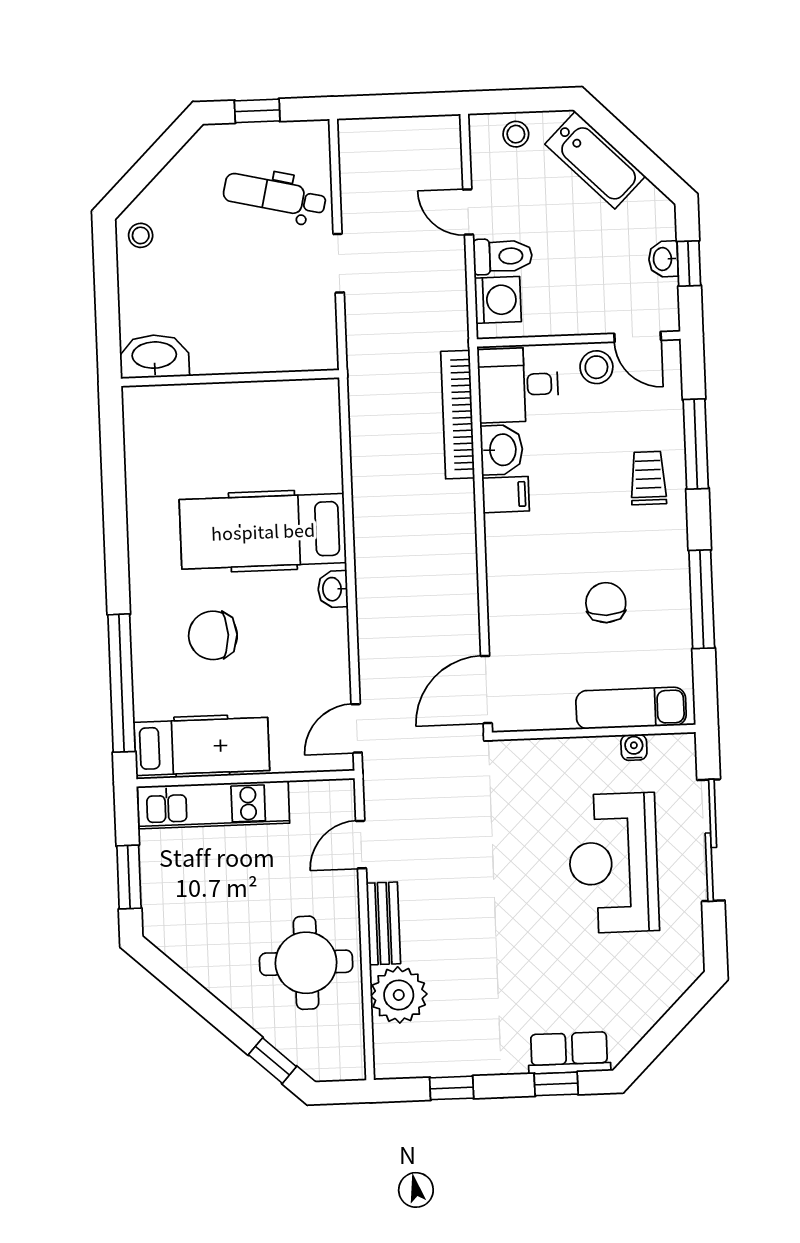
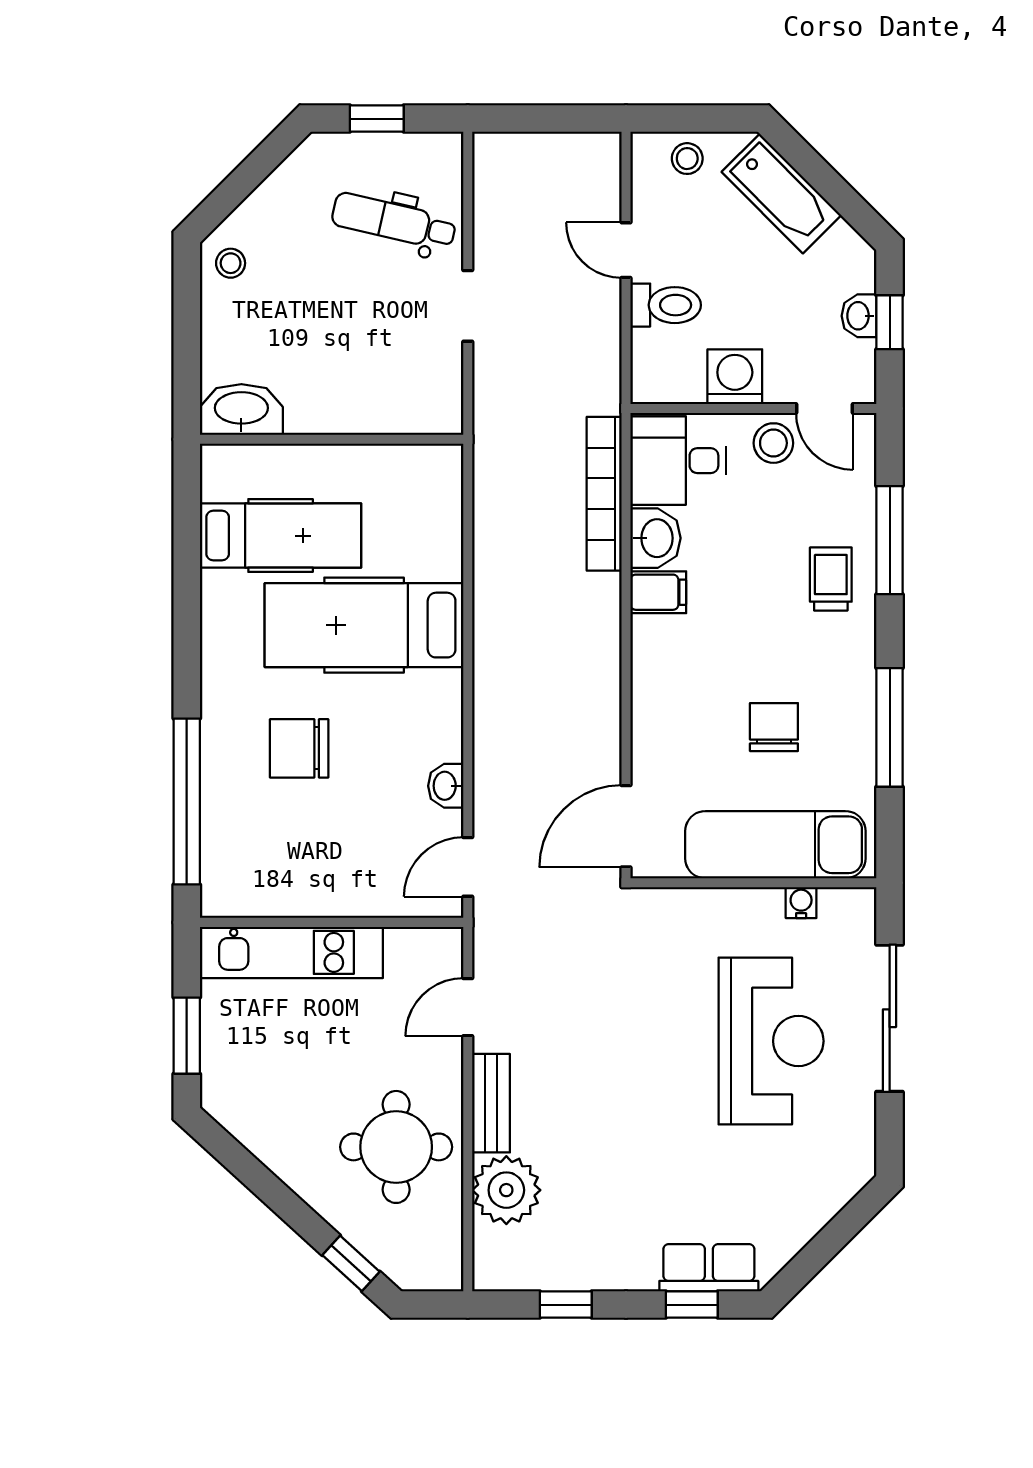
washing machine: (498, 300) -> (735, 377), moved, turned -90
washbasin: (333, 589) -> (446, 786), moved
exam couch: (631, 708) -> (775, 845), width x1.36, depth x1.45
hospital bed: (202, 746) -> (281, 536), moved
reception desk: (613, 863) -> (771, 1041), turned 180

